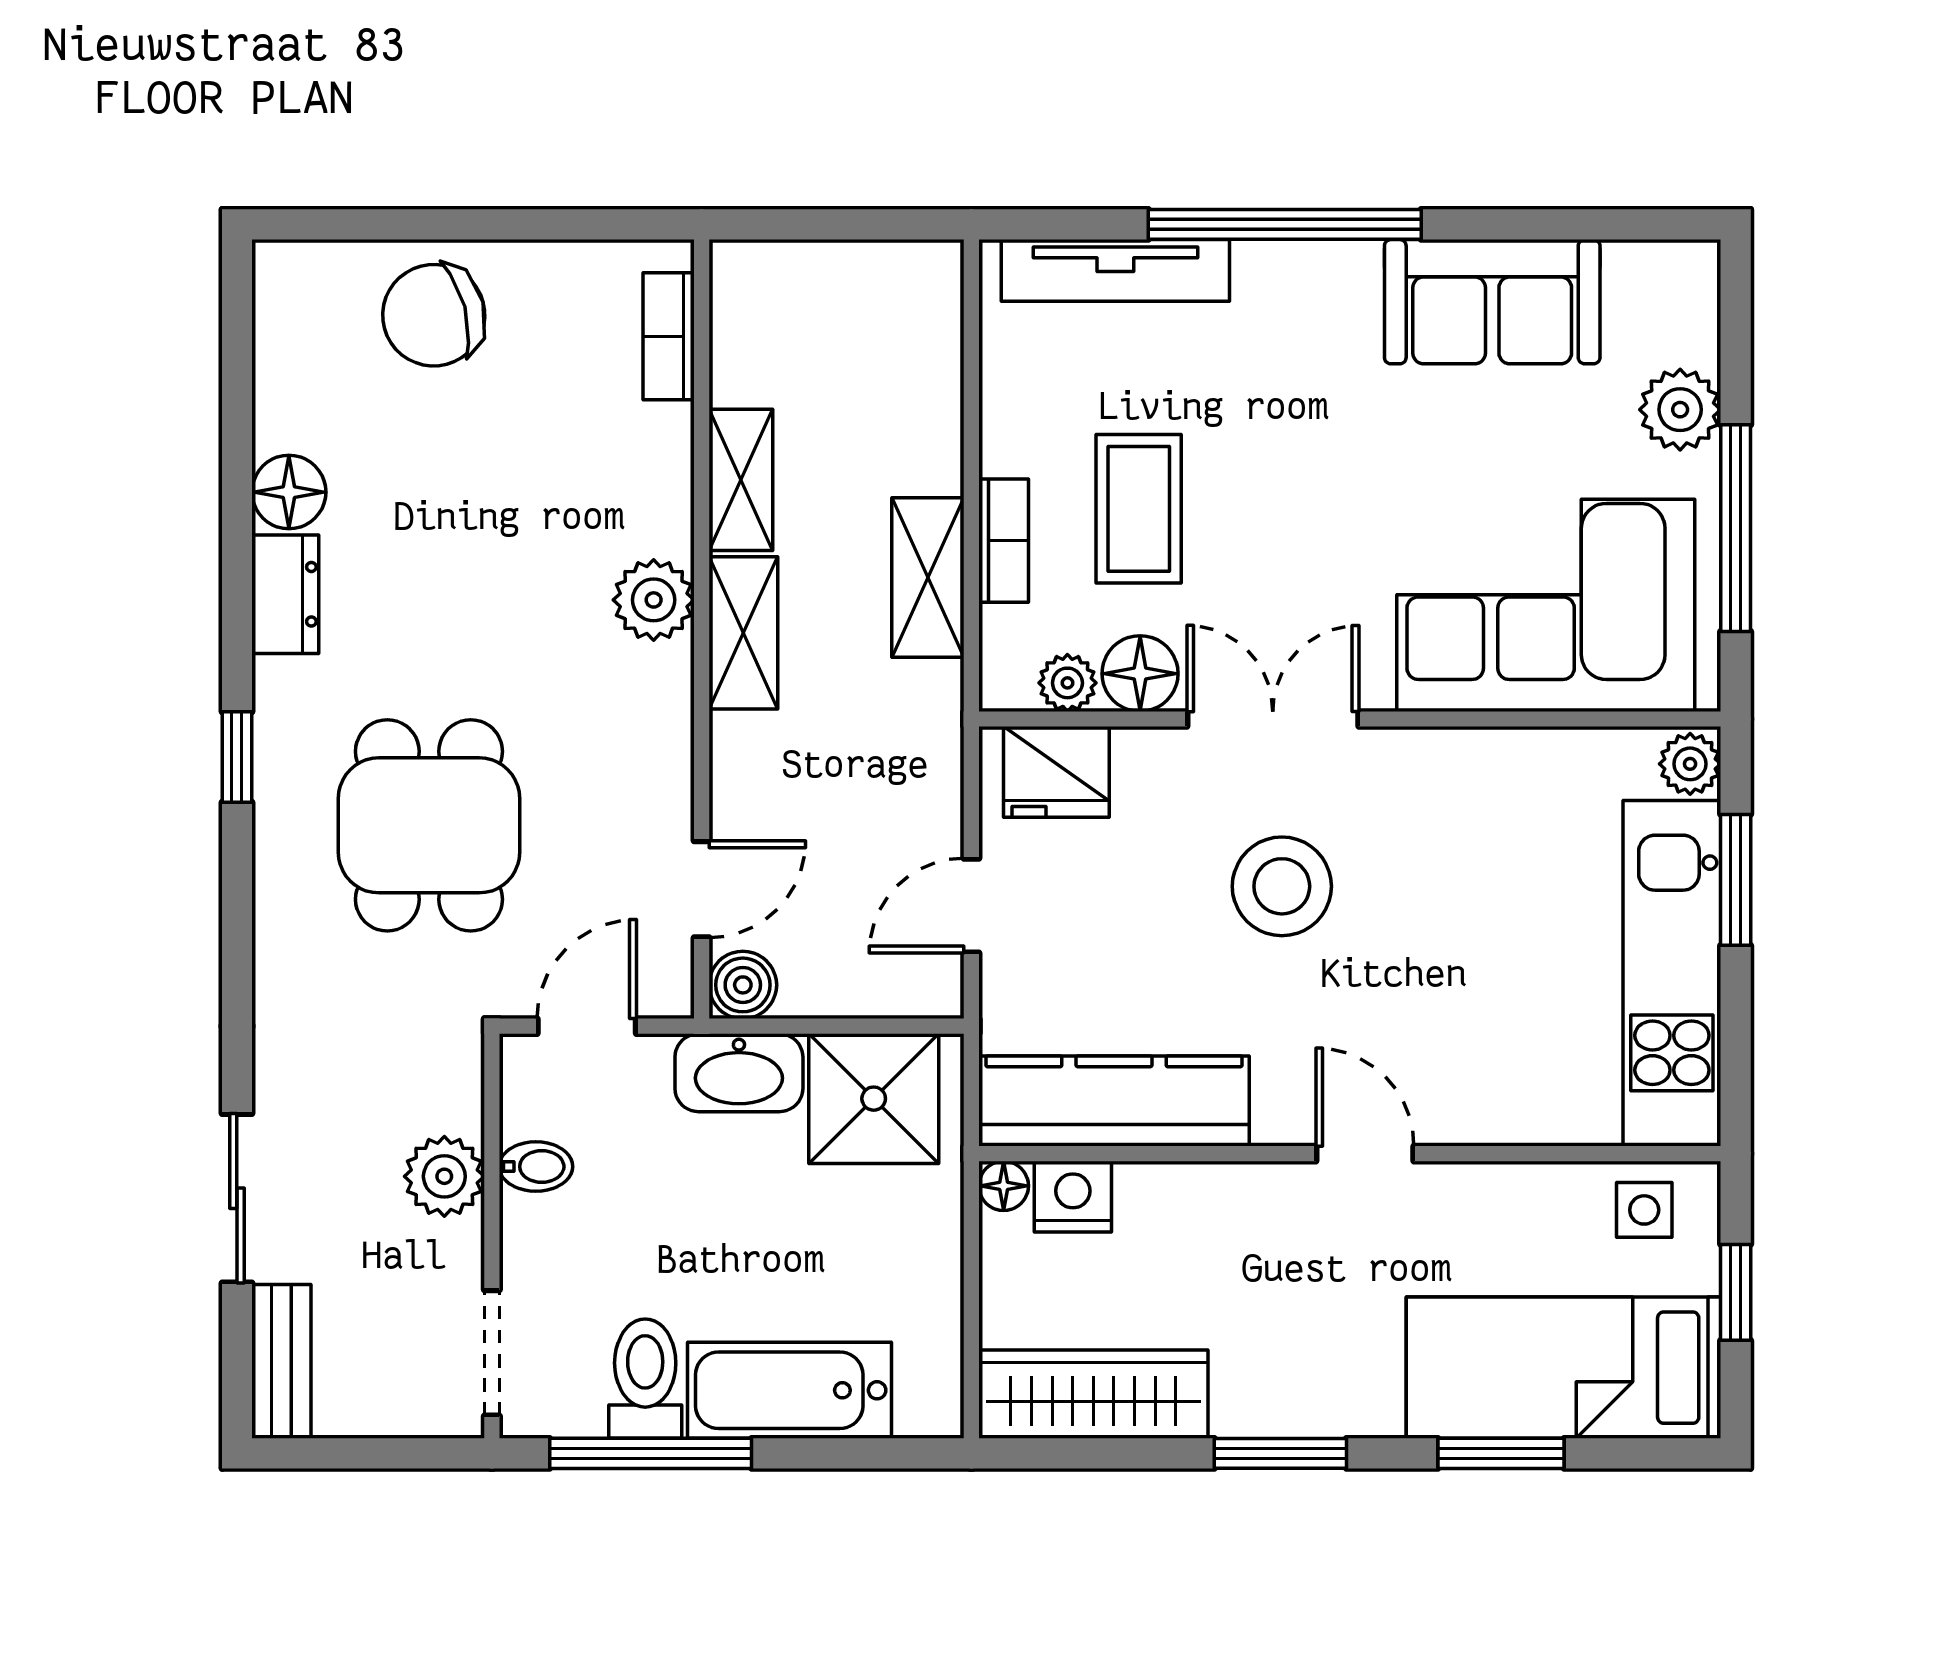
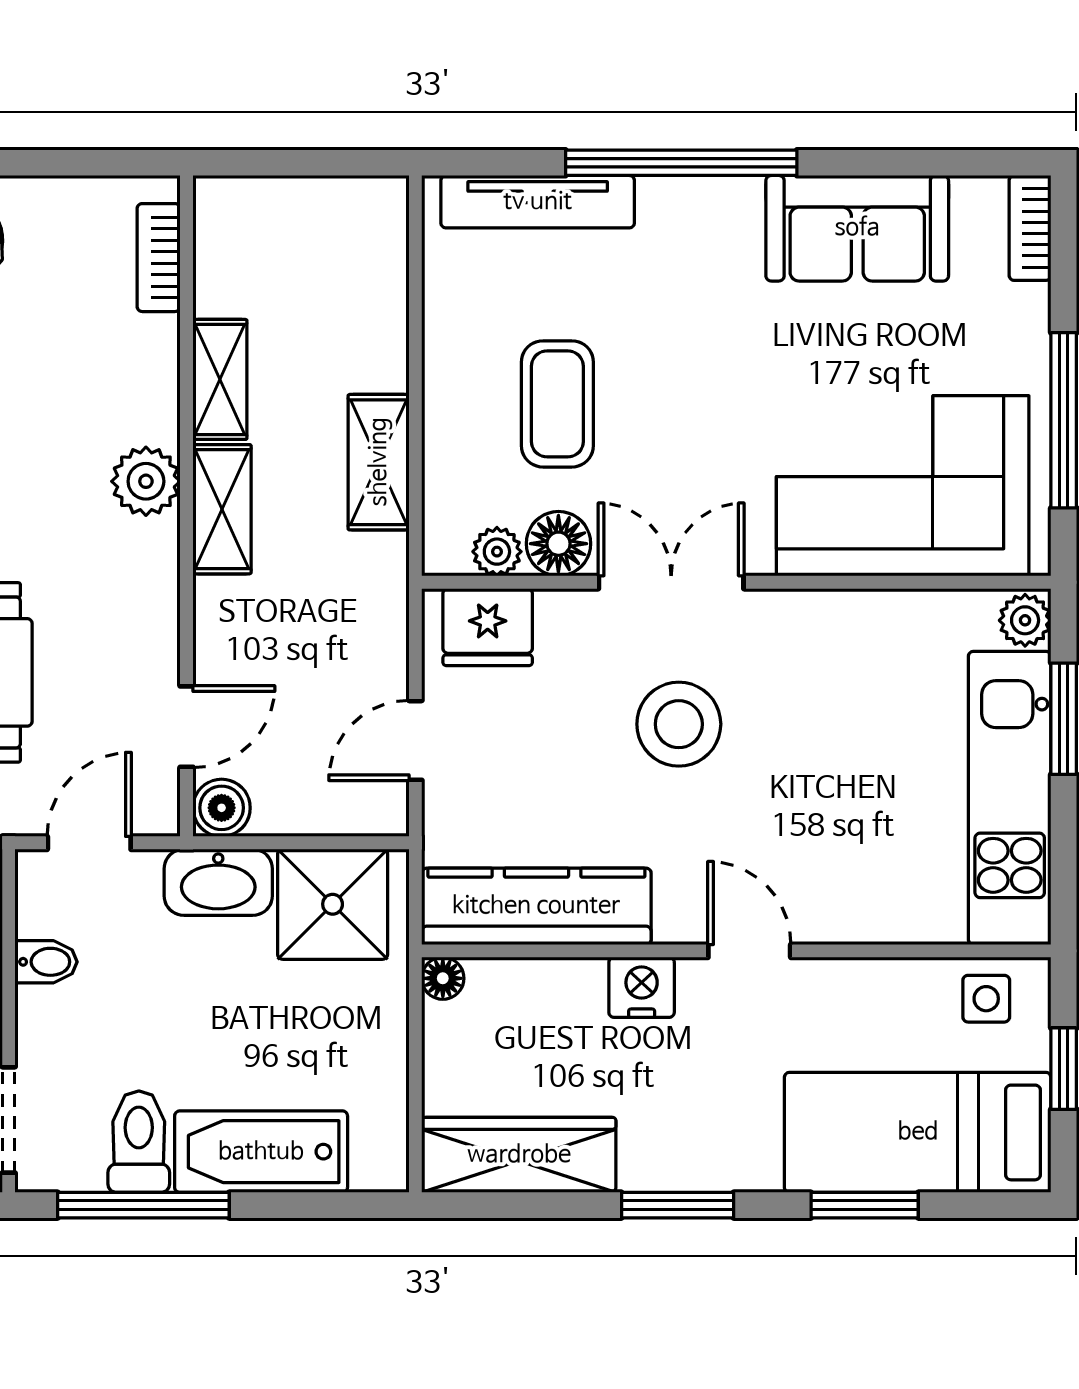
plant: (1680, 410) -> (1017, 320), removed
bookcase: (1004, 541) -> (1030, 228), moved, turned 180
nightstand: (1073, 1197) -> (642, 987), moved

